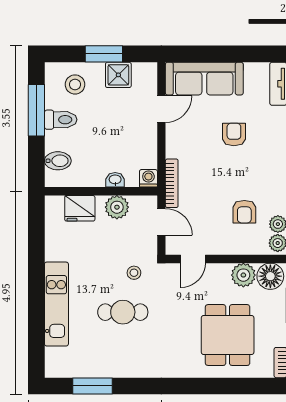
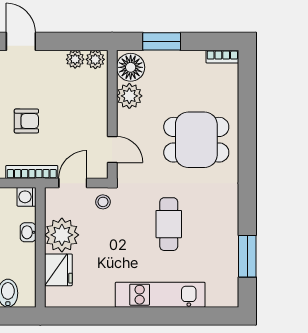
plant: (117, 207) -> (62, 235), width x1.36, depth x1.36
armchair: (244, 212) -> (26, 121), moved
stool: (134, 273) -> (103, 202), moved
dining table: (228, 335) -> (196, 140), moved

